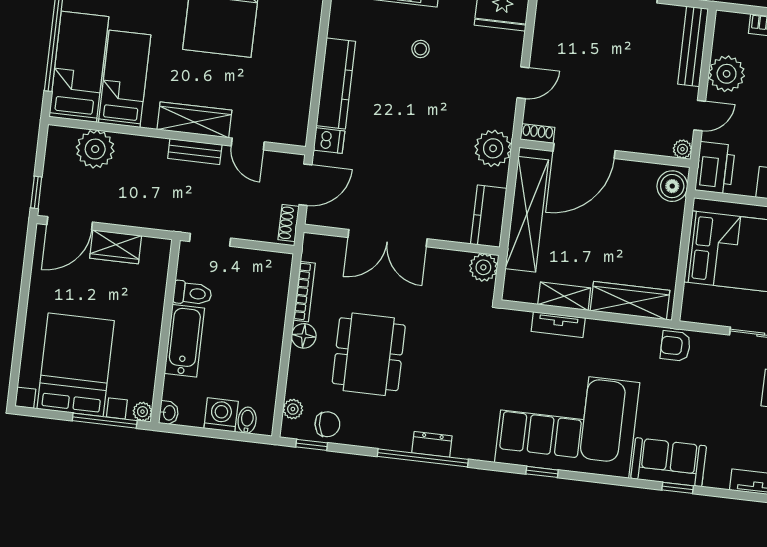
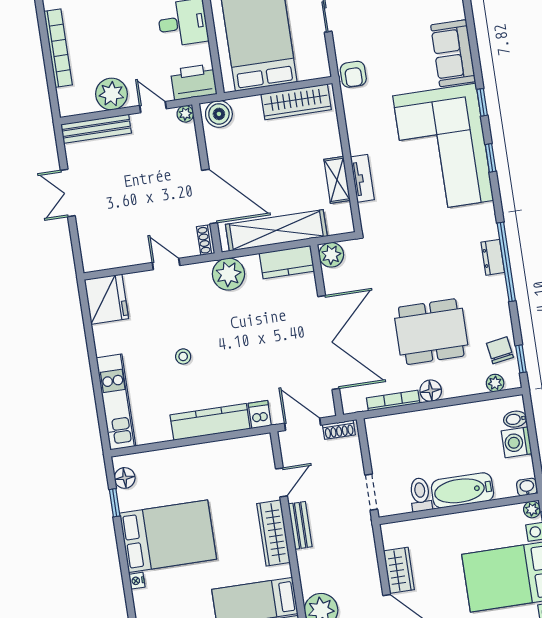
stool: (421, 49) -> (183, 356), moved
double door: (388, 238) -> (329, 342), width x1.36
wardrobe: (630, 301) -> (296, 102), moved, turned -90
window: (678, 488) -> (482, 102), moved

